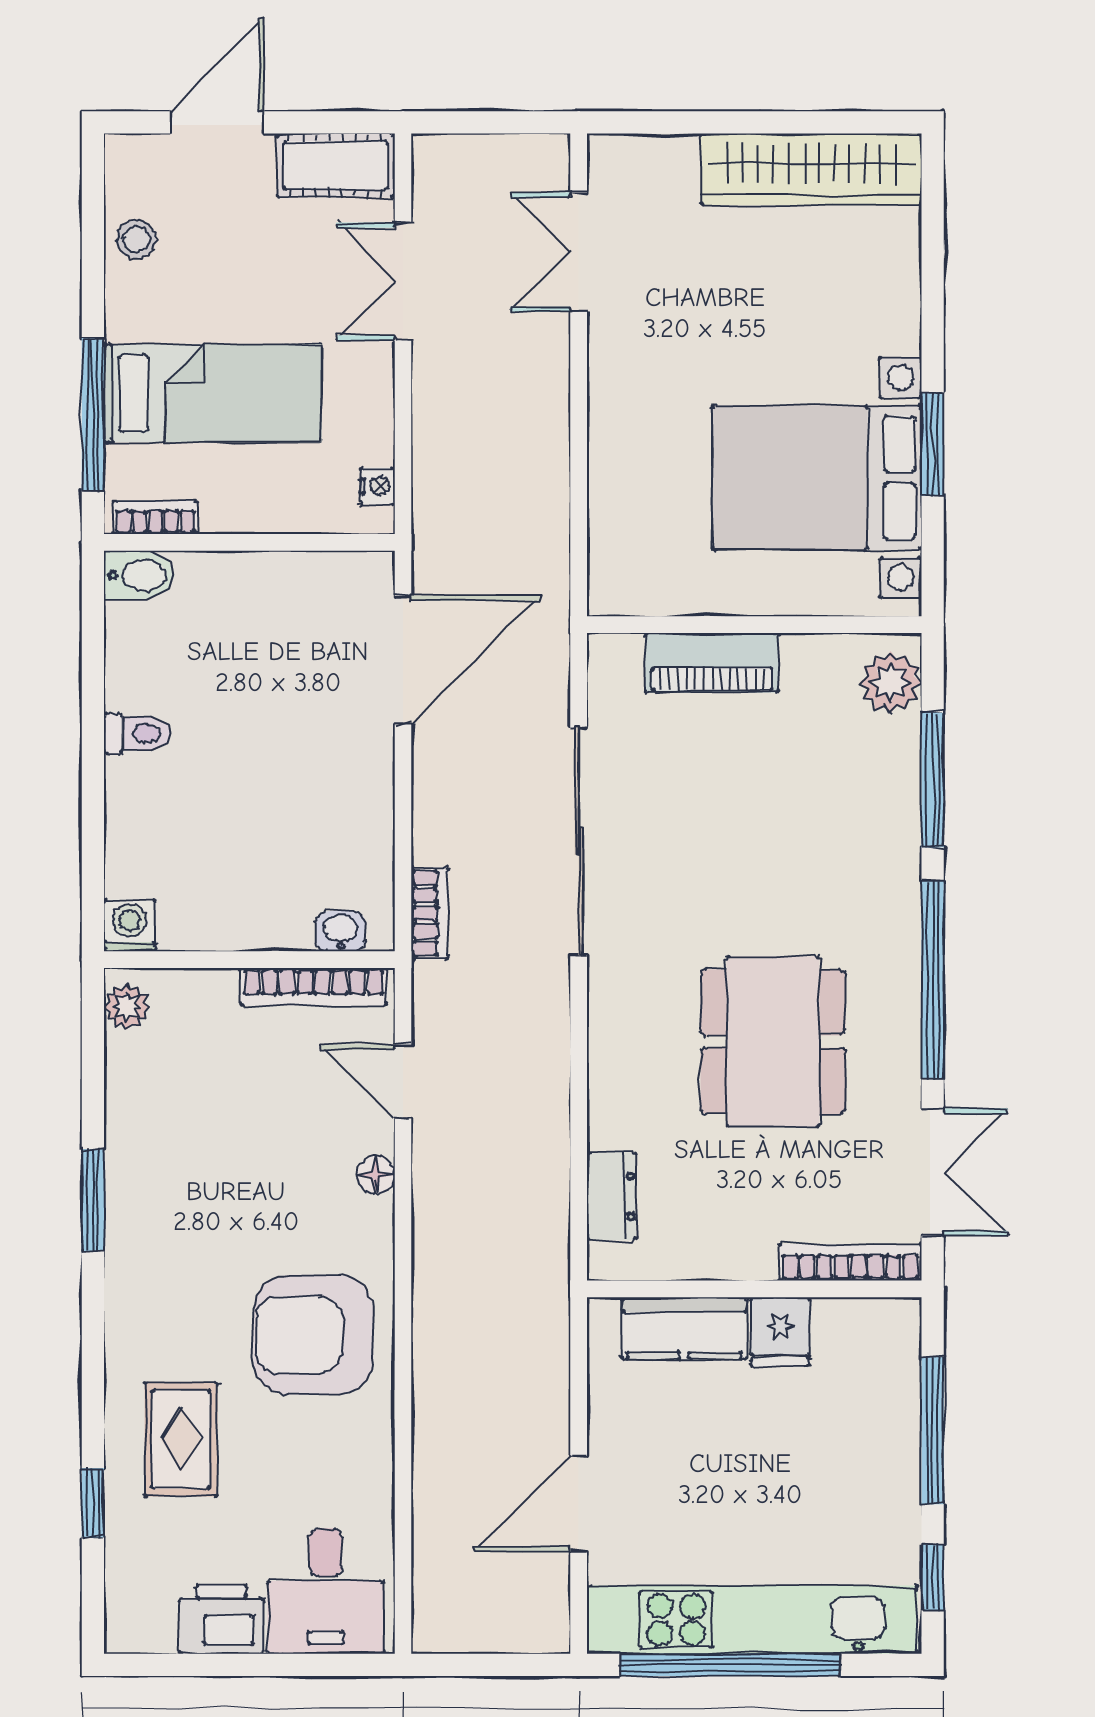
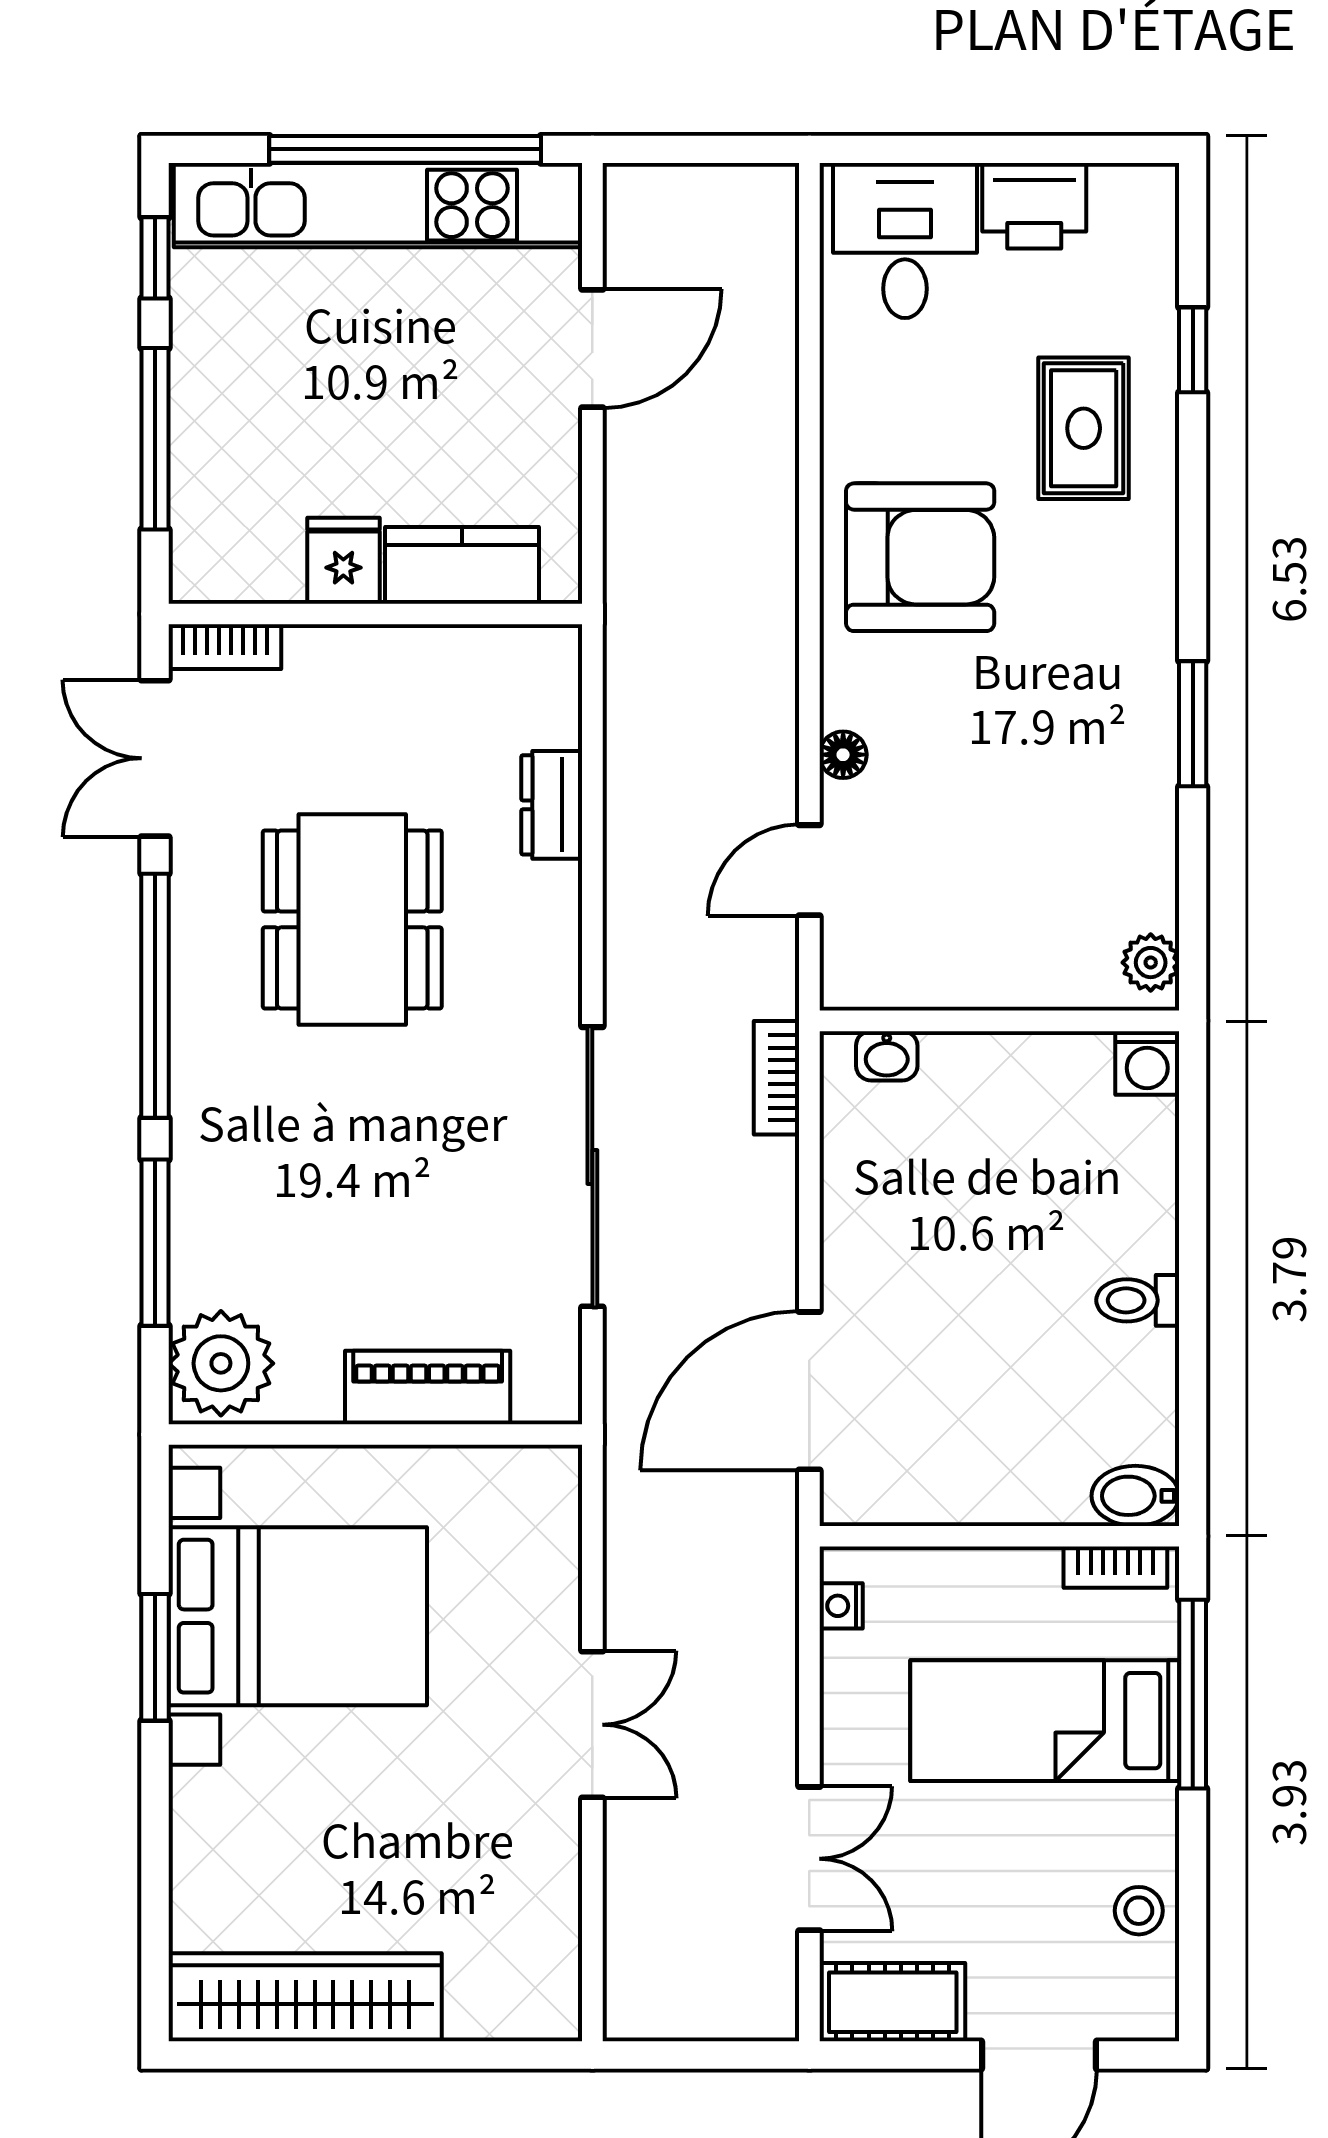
double door: (579, 252) -> (592, 1725), moved
plant: (891, 682) -> (221, 1363), width x1.36, depth x1.36
bookcase: (314, 987) -> (920, 987), removed
door: (403, 1081) -> (809, 870), swing flipped
dresser: (612, 1196) -> (552, 805), moved
bookcase: (850, 1262) -> (225, 647), width x0.64

